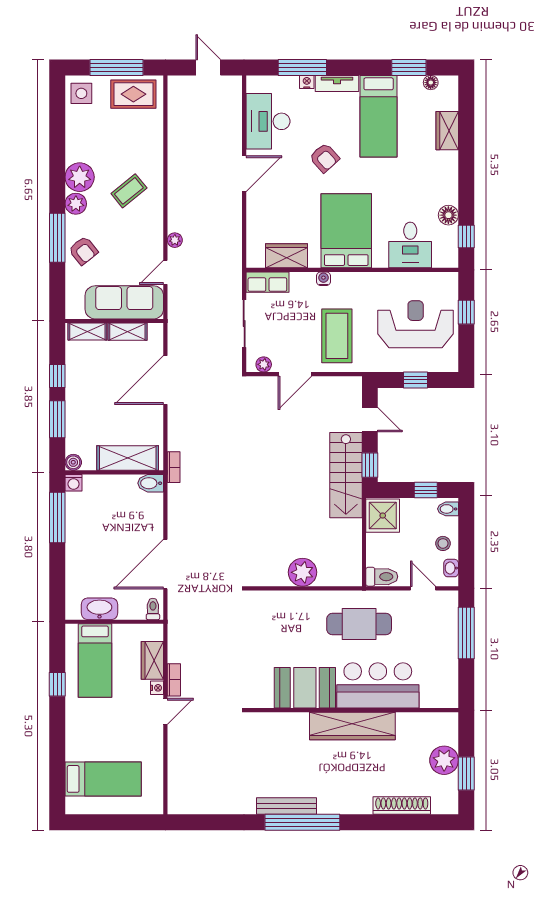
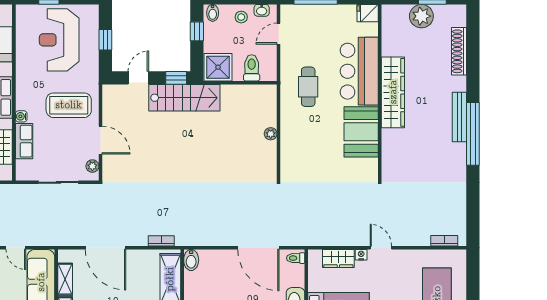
row of seats: (267, 282) -> (24, 141), moved
bookcase: (174, 467) -> (161, 241), moved
plant: (303, 572) -> (271, 134), width x0.53, depth x0.53
toilet: (382, 577) -> (252, 68), moved
cafe table: (359, 624) -> (308, 87), width x0.73, depth x0.74
bookcase: (174, 680) -> (444, 241), moved
fridge: (448, 696) -> (368, 13), added
bench: (286, 806) -> (459, 117), moved

